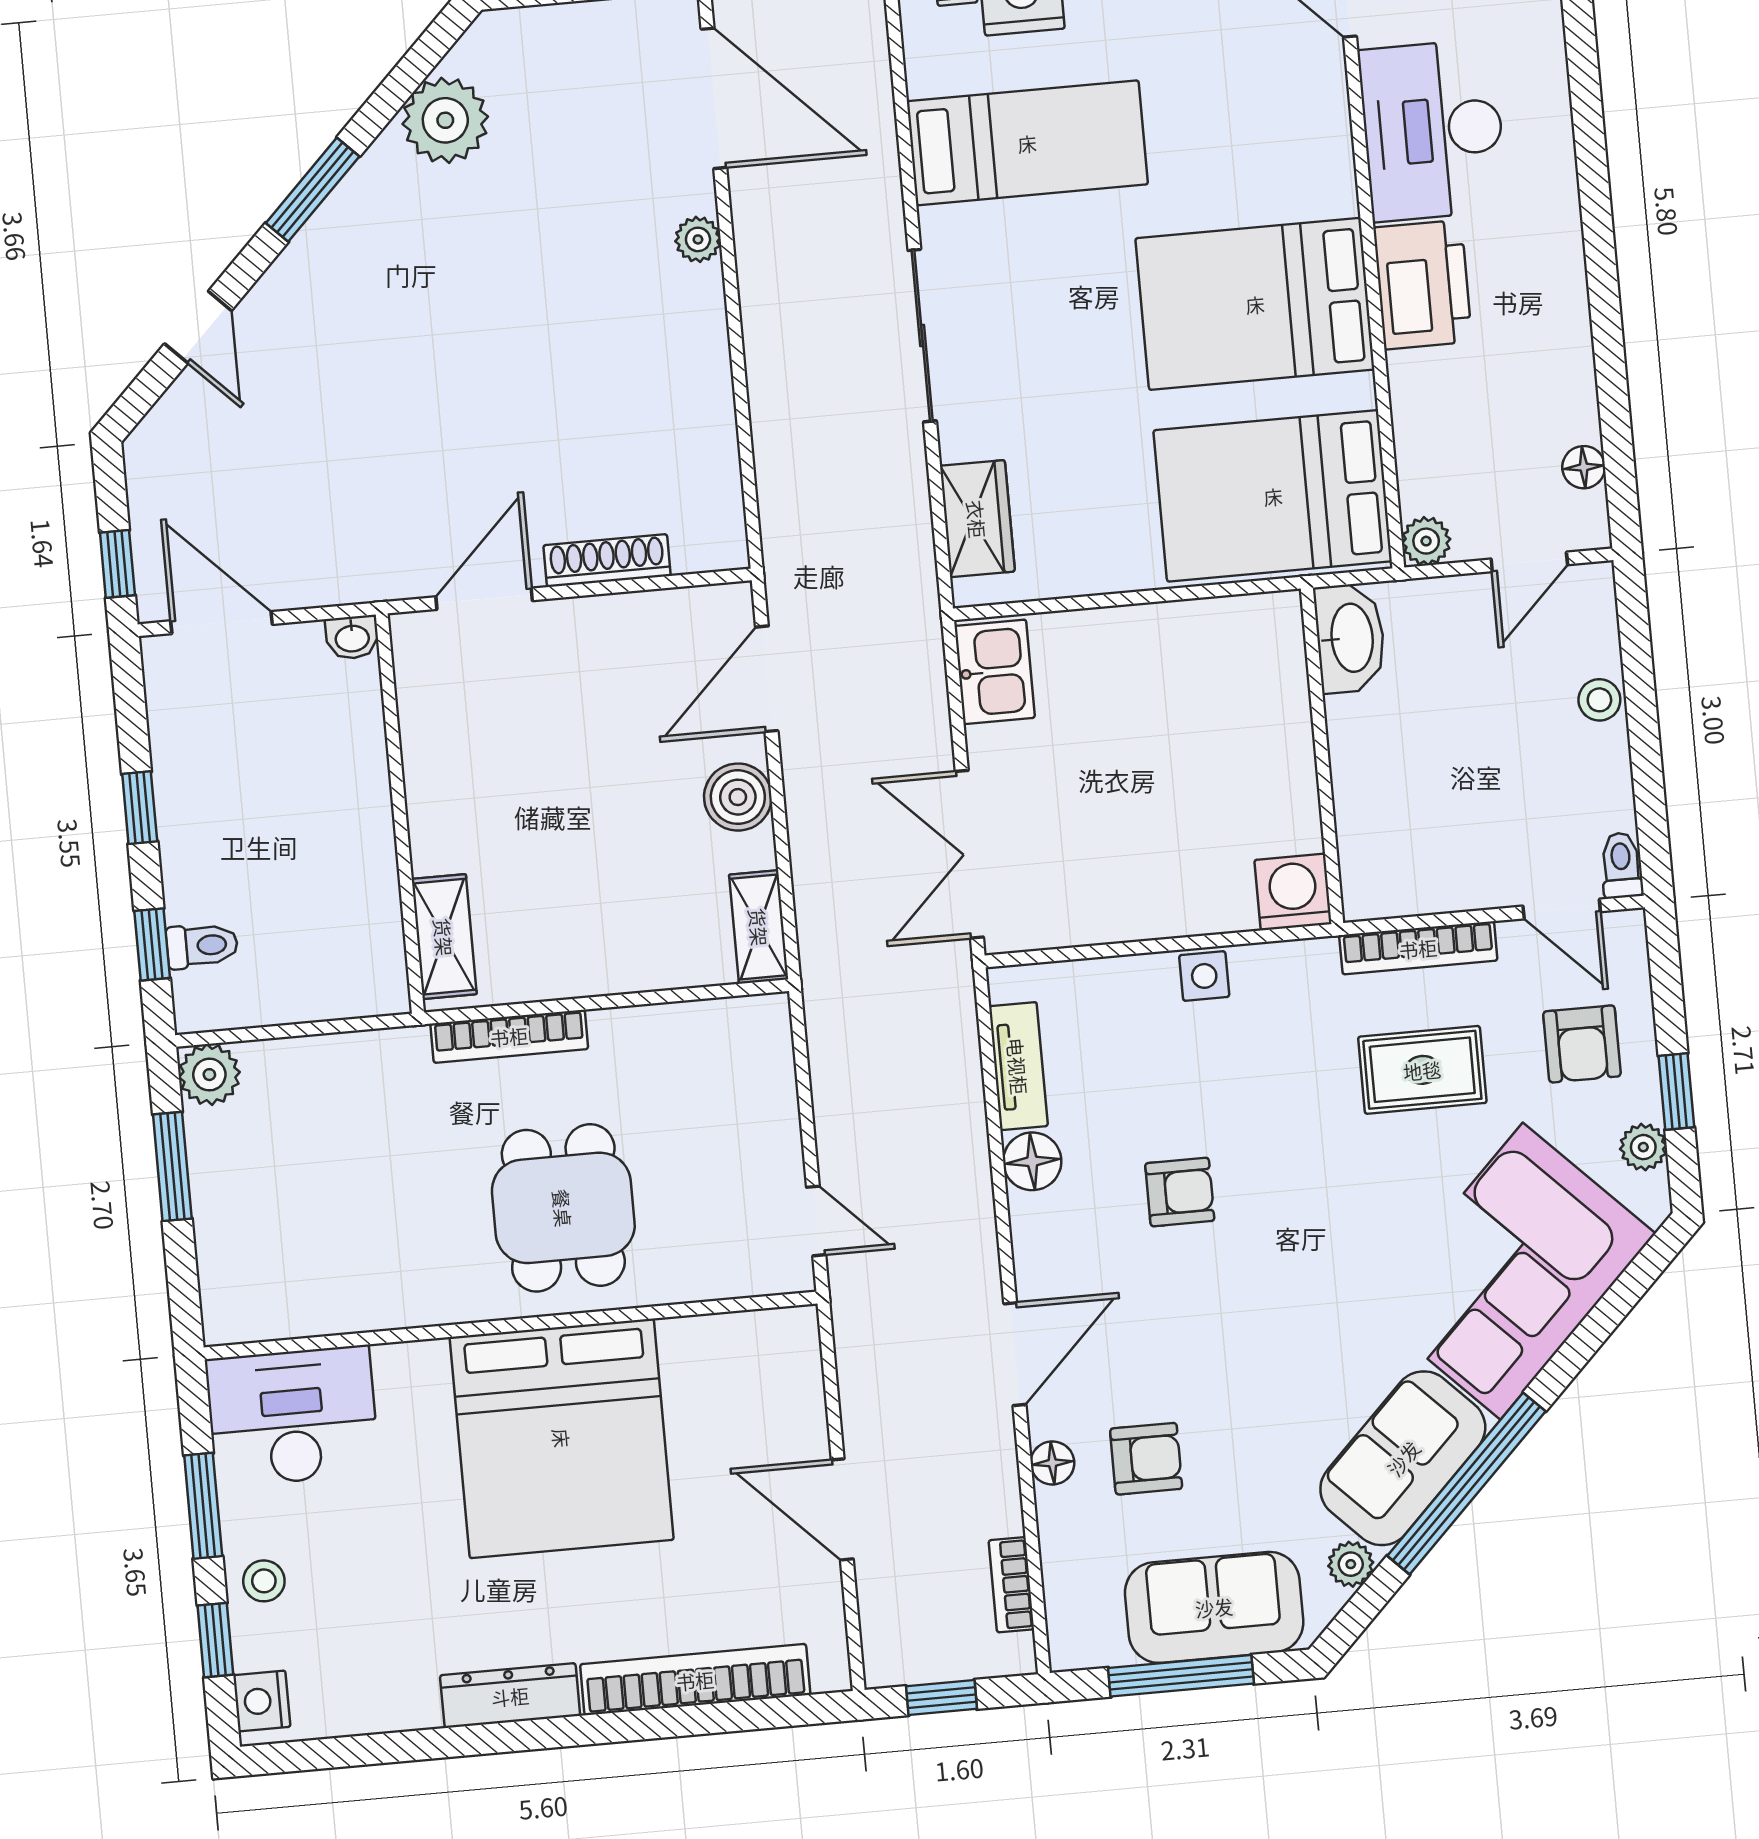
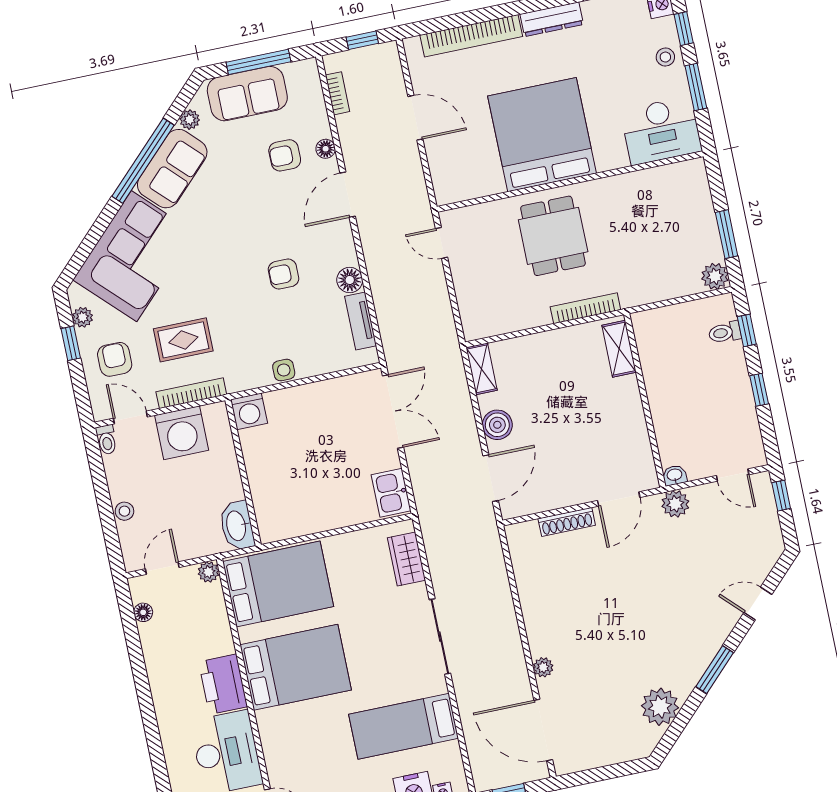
door: (198, 327) -> (758, 603), hinge flipped
plant: (358, 573) -> (675, 504), added
door: (221, 623) -> (733, 475), width x0.73
washing machine: (1450, 861) -> (182, 433), added

